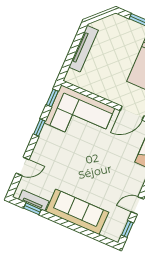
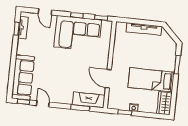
corner sofa: (80, 116) -> (78, 33), moved, turned -90
sofa: (77, 212) -> (23, 77), moved

